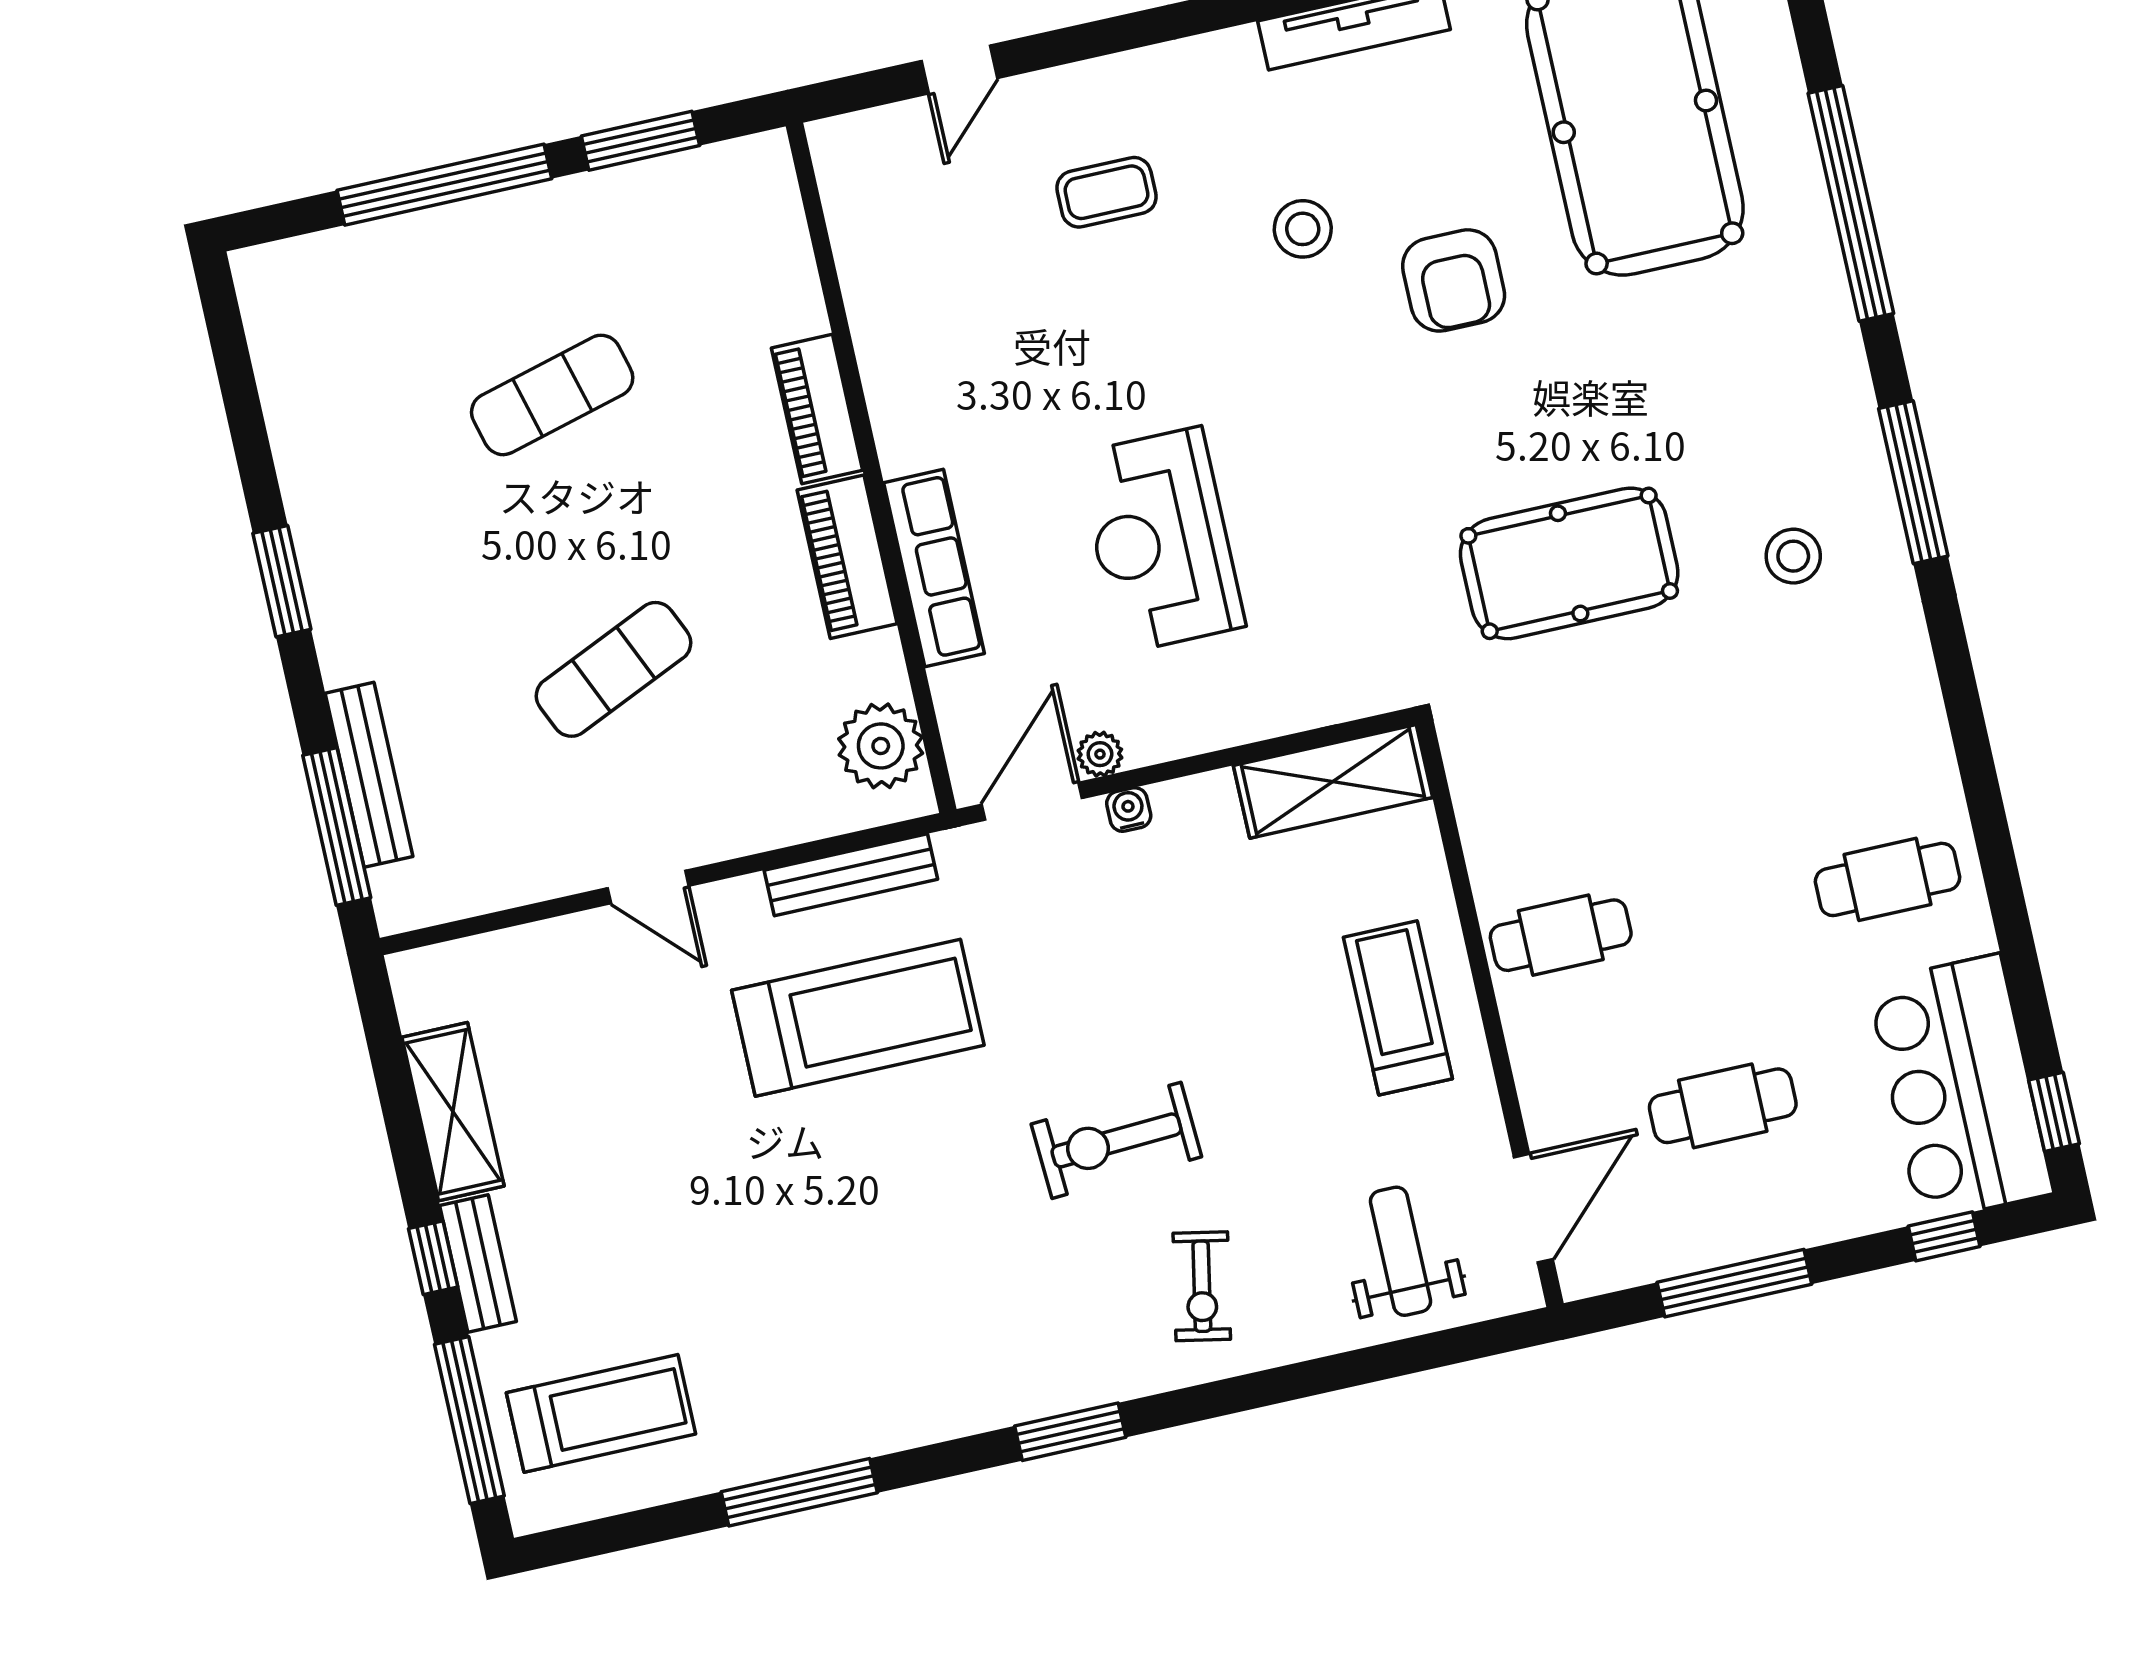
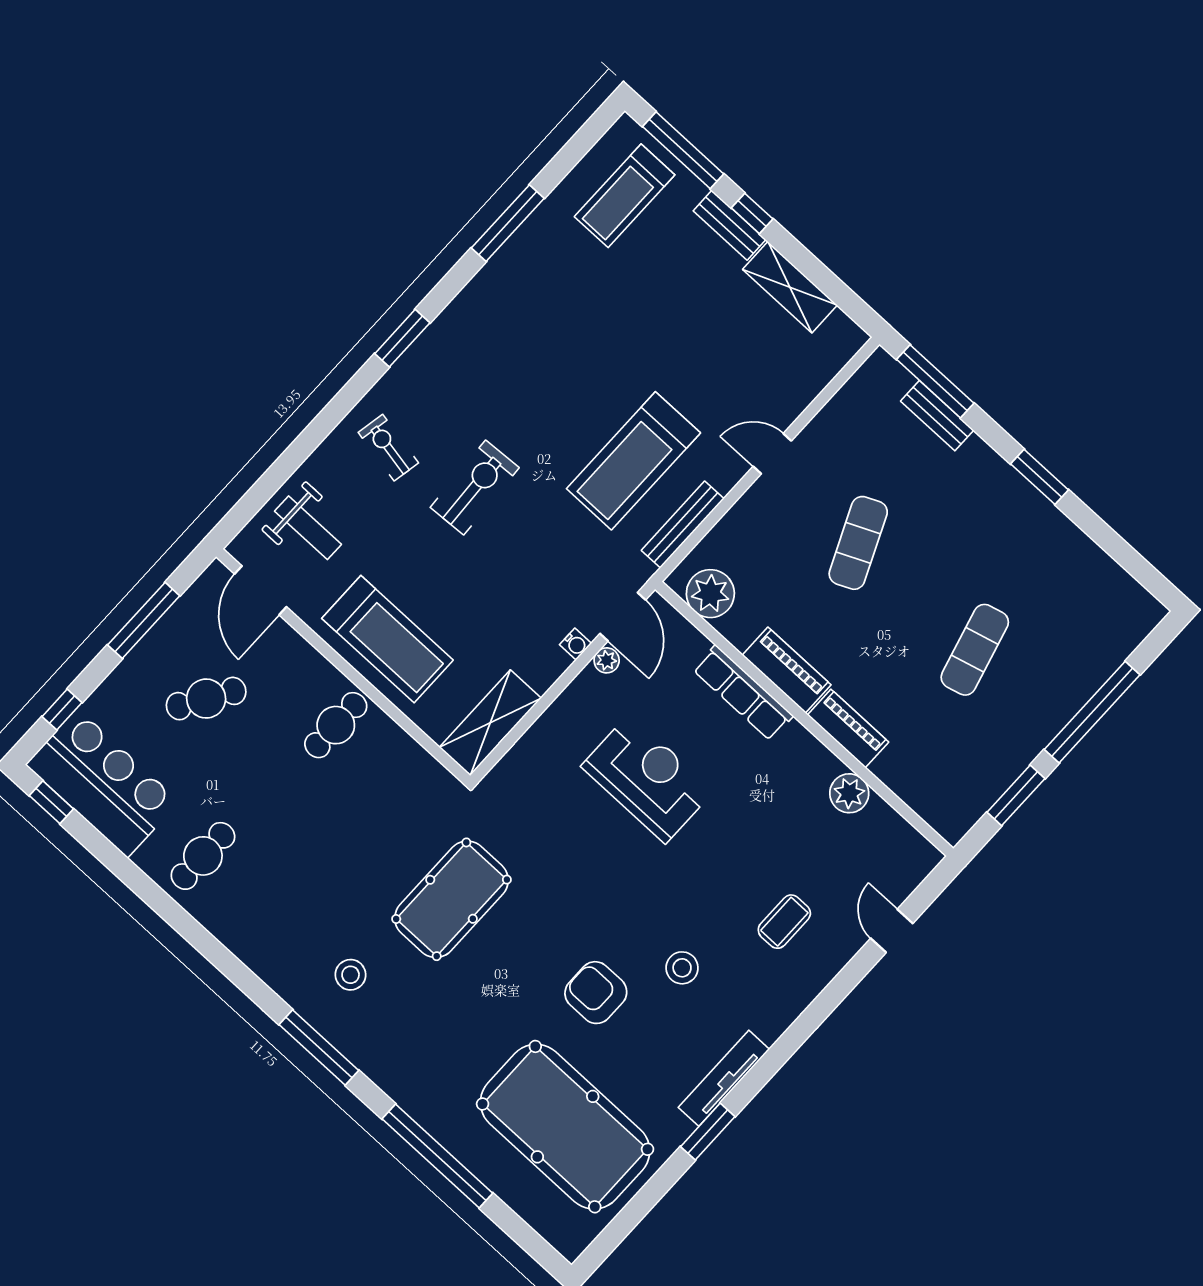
plant: (881, 313) -> (849, 793), added
bench: (369, 775) -> (937, 416), width x0.73
treadmill: (1398, 1008) -> (387, 639), width x1.37, depth x1.38
cafe table: (1723, 1106) -> (206, 699), turned 32

